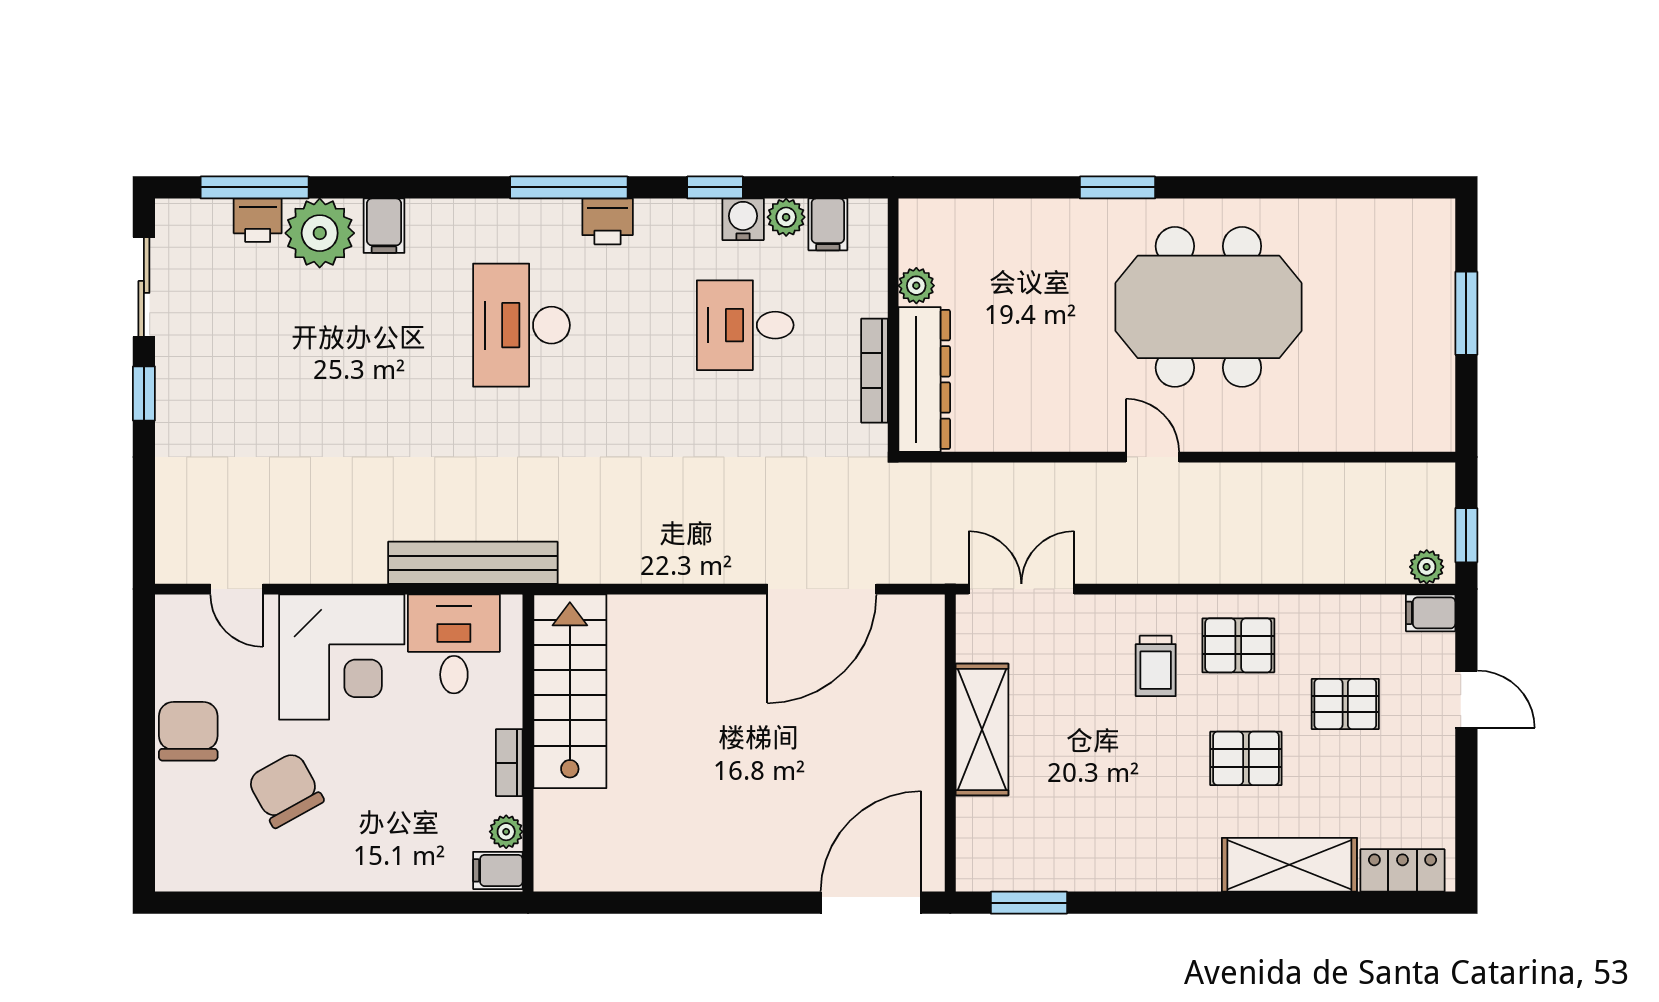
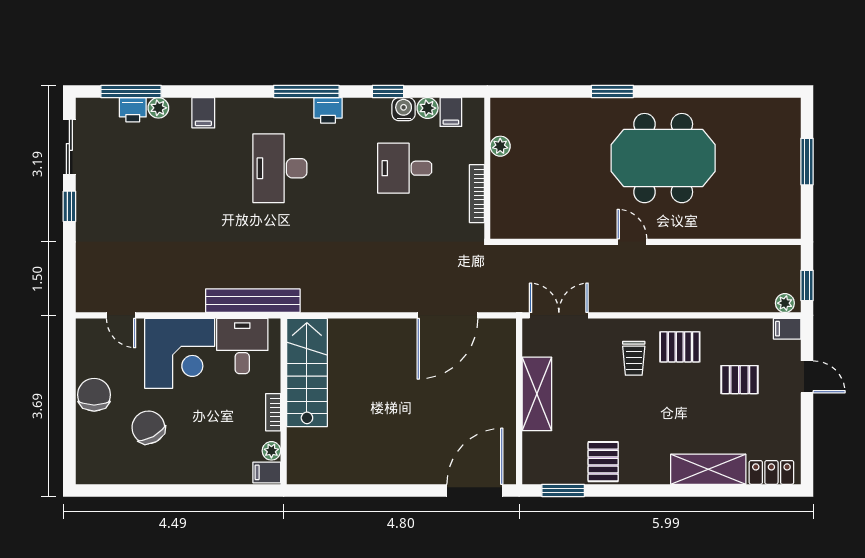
plant: (320, 233) -> (158, 108), width x0.53, depth x0.53
dresser: (924, 379) -> (505, 198), removed
pallet: (1246, 758) -> (603, 462), moved, turned 90

